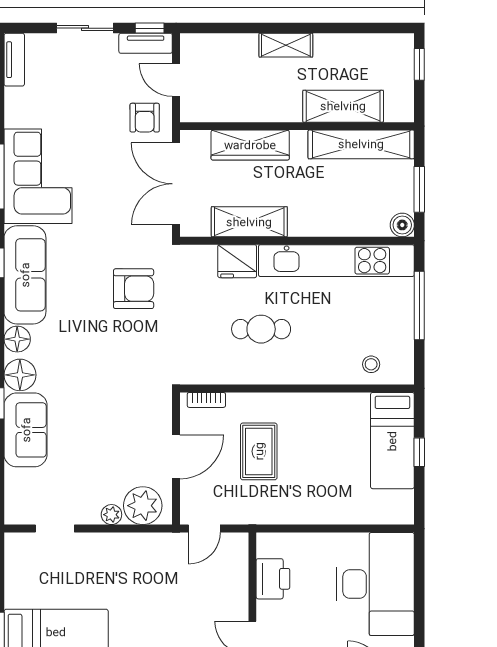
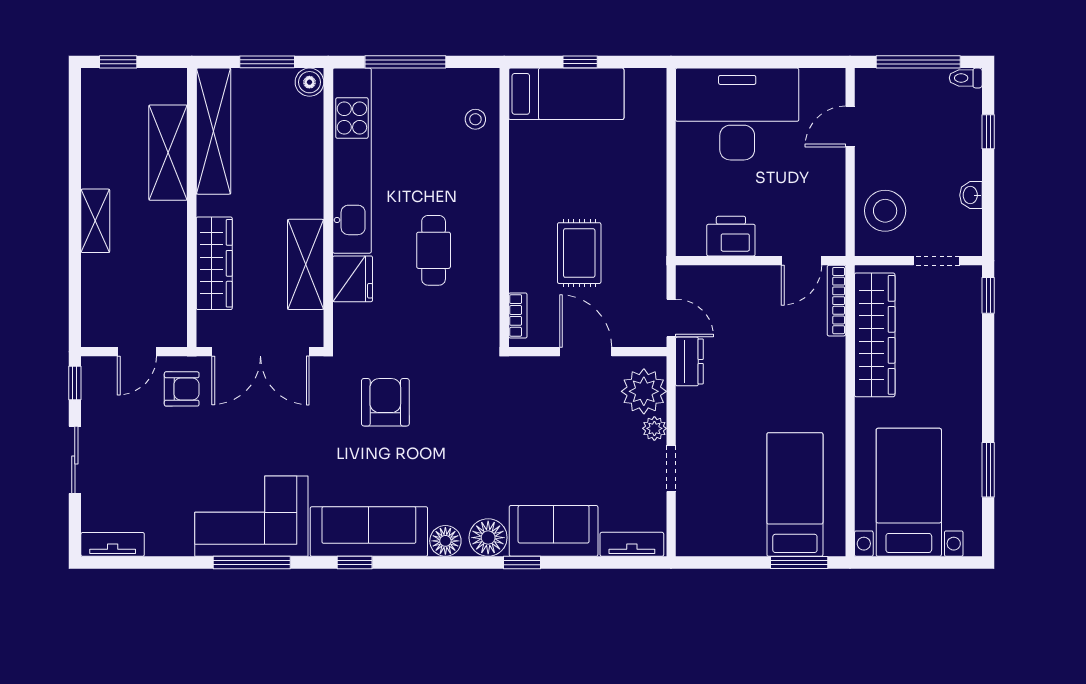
tv unit: (146, 43) -> (632, 544), moved, turned -90
rug: (259, 451) -> (579, 253), turned 90
doorway: (55, 529) -> (671, 468), moved
dresser: (168, 544) -> (689, 361), added

